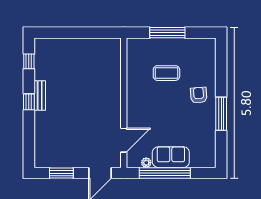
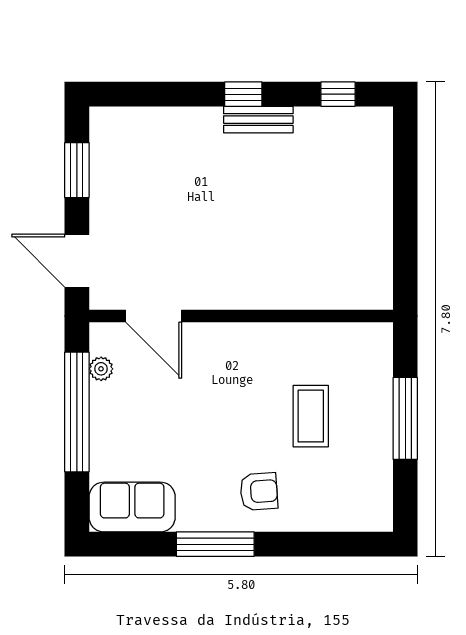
sofa: (171, 157) -> (132, 507), moved, turned -90

